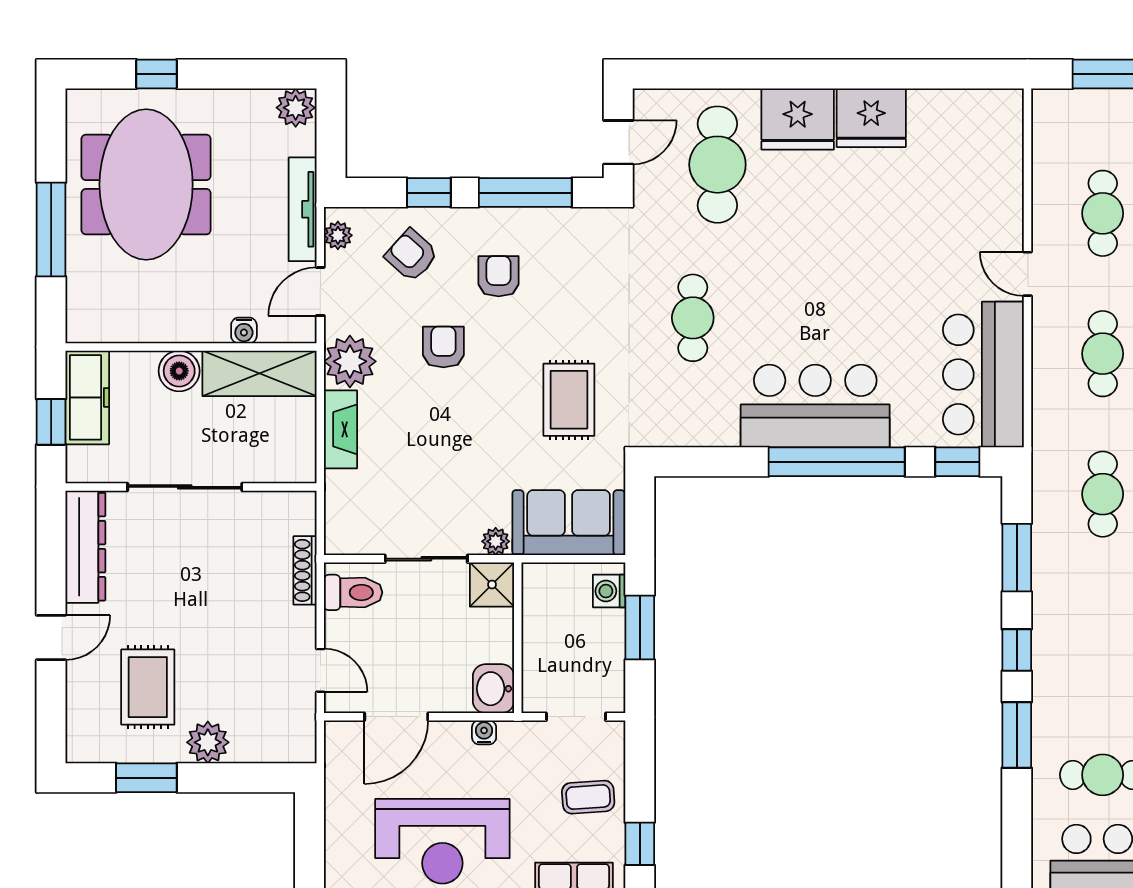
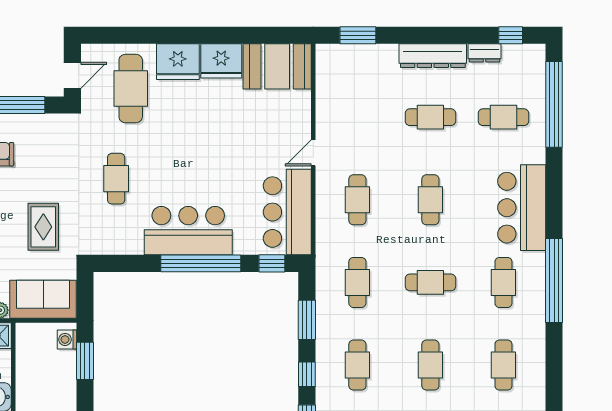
booth: (966, 127) -> (277, 66), added
cafe table: (1103, 213) -> (357, 365), moved
door: (1028, 274) -> (313, 153), hinge flipped

